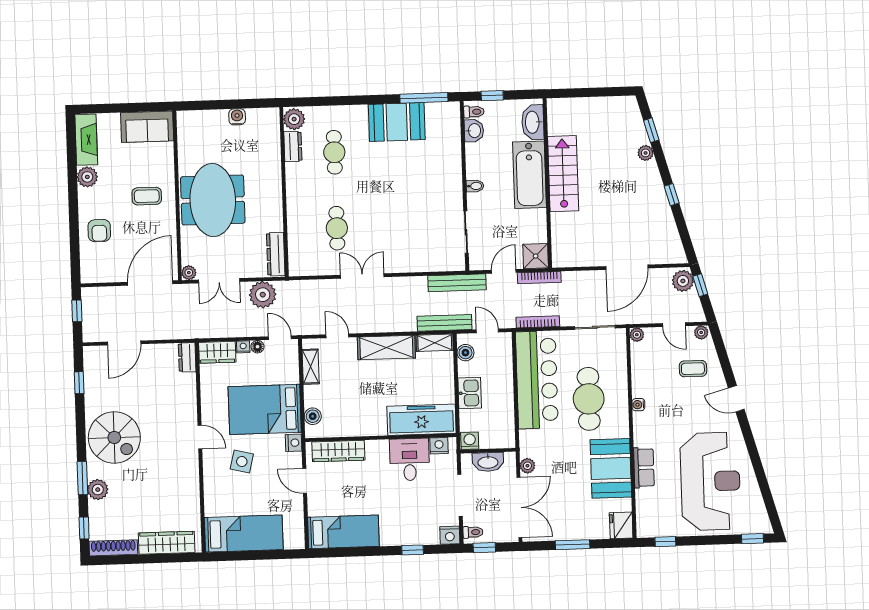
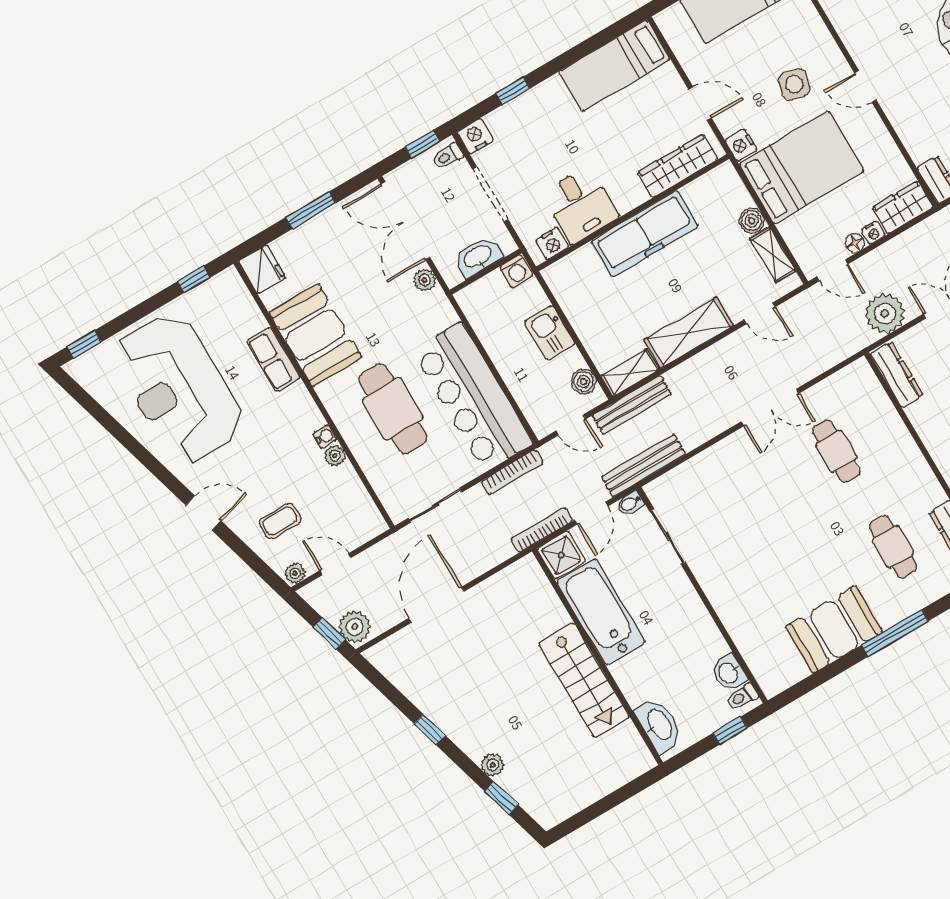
window: (424, 98) -> (895, 633), moved
bathtub: (529, 175) -> (601, 612), moved
bidet: (475, 186) -> (630, 503), moved
plant: (637, 335) -> (335, 456), moved
boiler: (313, 416) -> (752, 221), moved
freezer: (421, 420) -> (645, 234), moved

